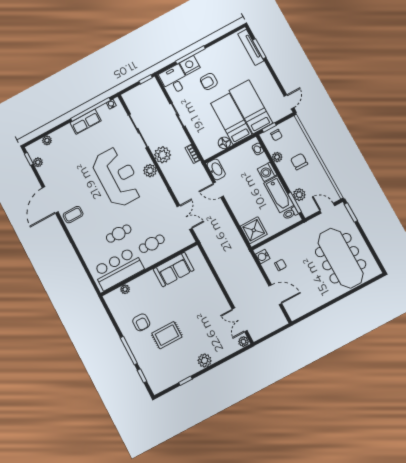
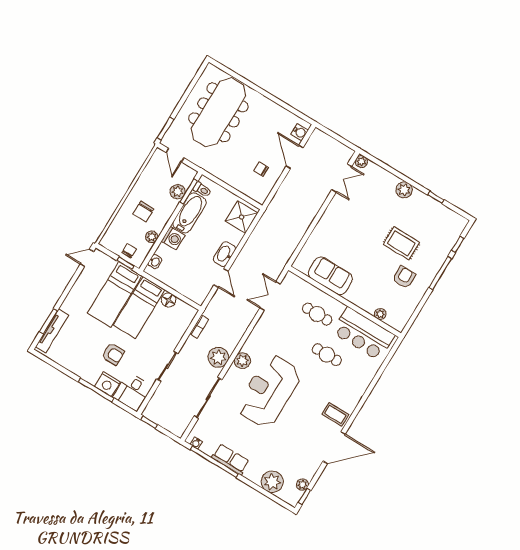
plant: (47, 140) -> (272, 482), width x1.88, depth x1.88
washbasin: (216, 169) -> (224, 254), moved
water cooler: (263, 256) -> (300, 132), moved

